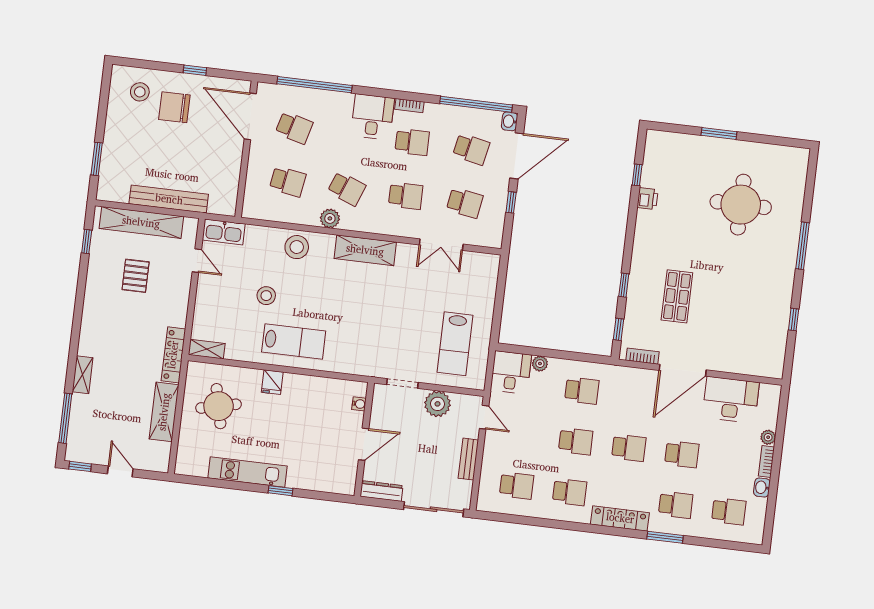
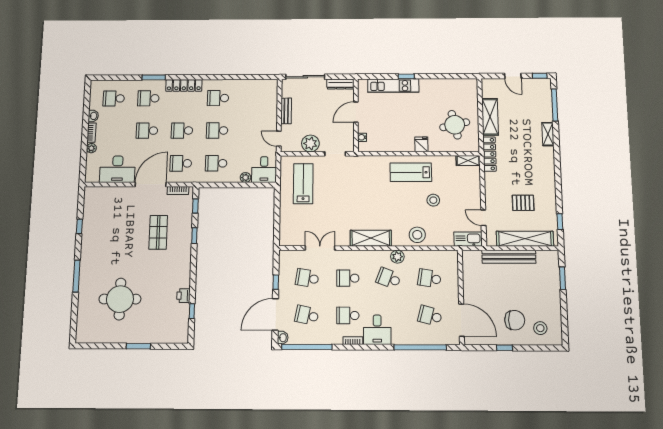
pallet: (136, 276) -> (523, 203), turned 90
kitchen unit: (248, 472) -> (393, 86), moved
school desk: (516, 486) -> (181, 163), moved

